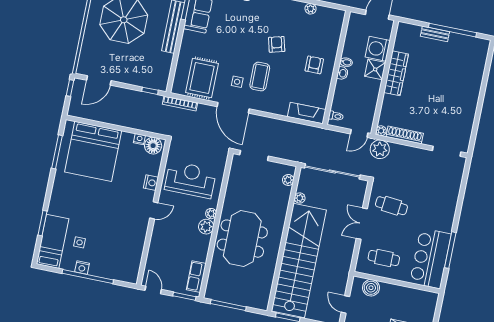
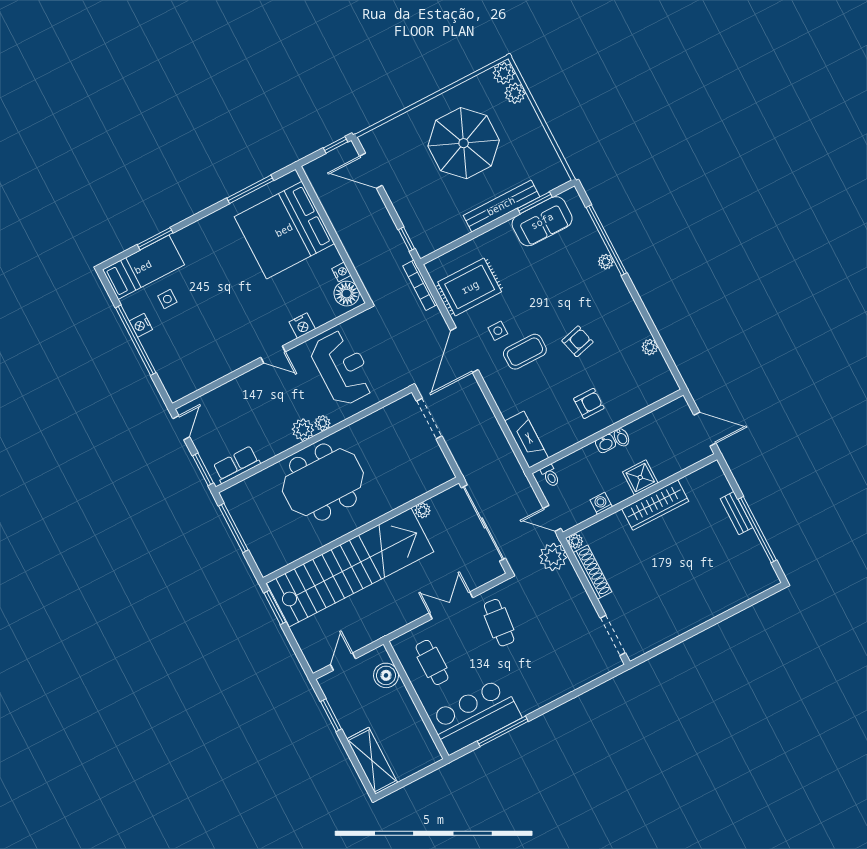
washing machine: (378, 49) -> (601, 503), moved, width x0.53, depth x0.53
plant: (288, 180) -> (433, 480), removed

